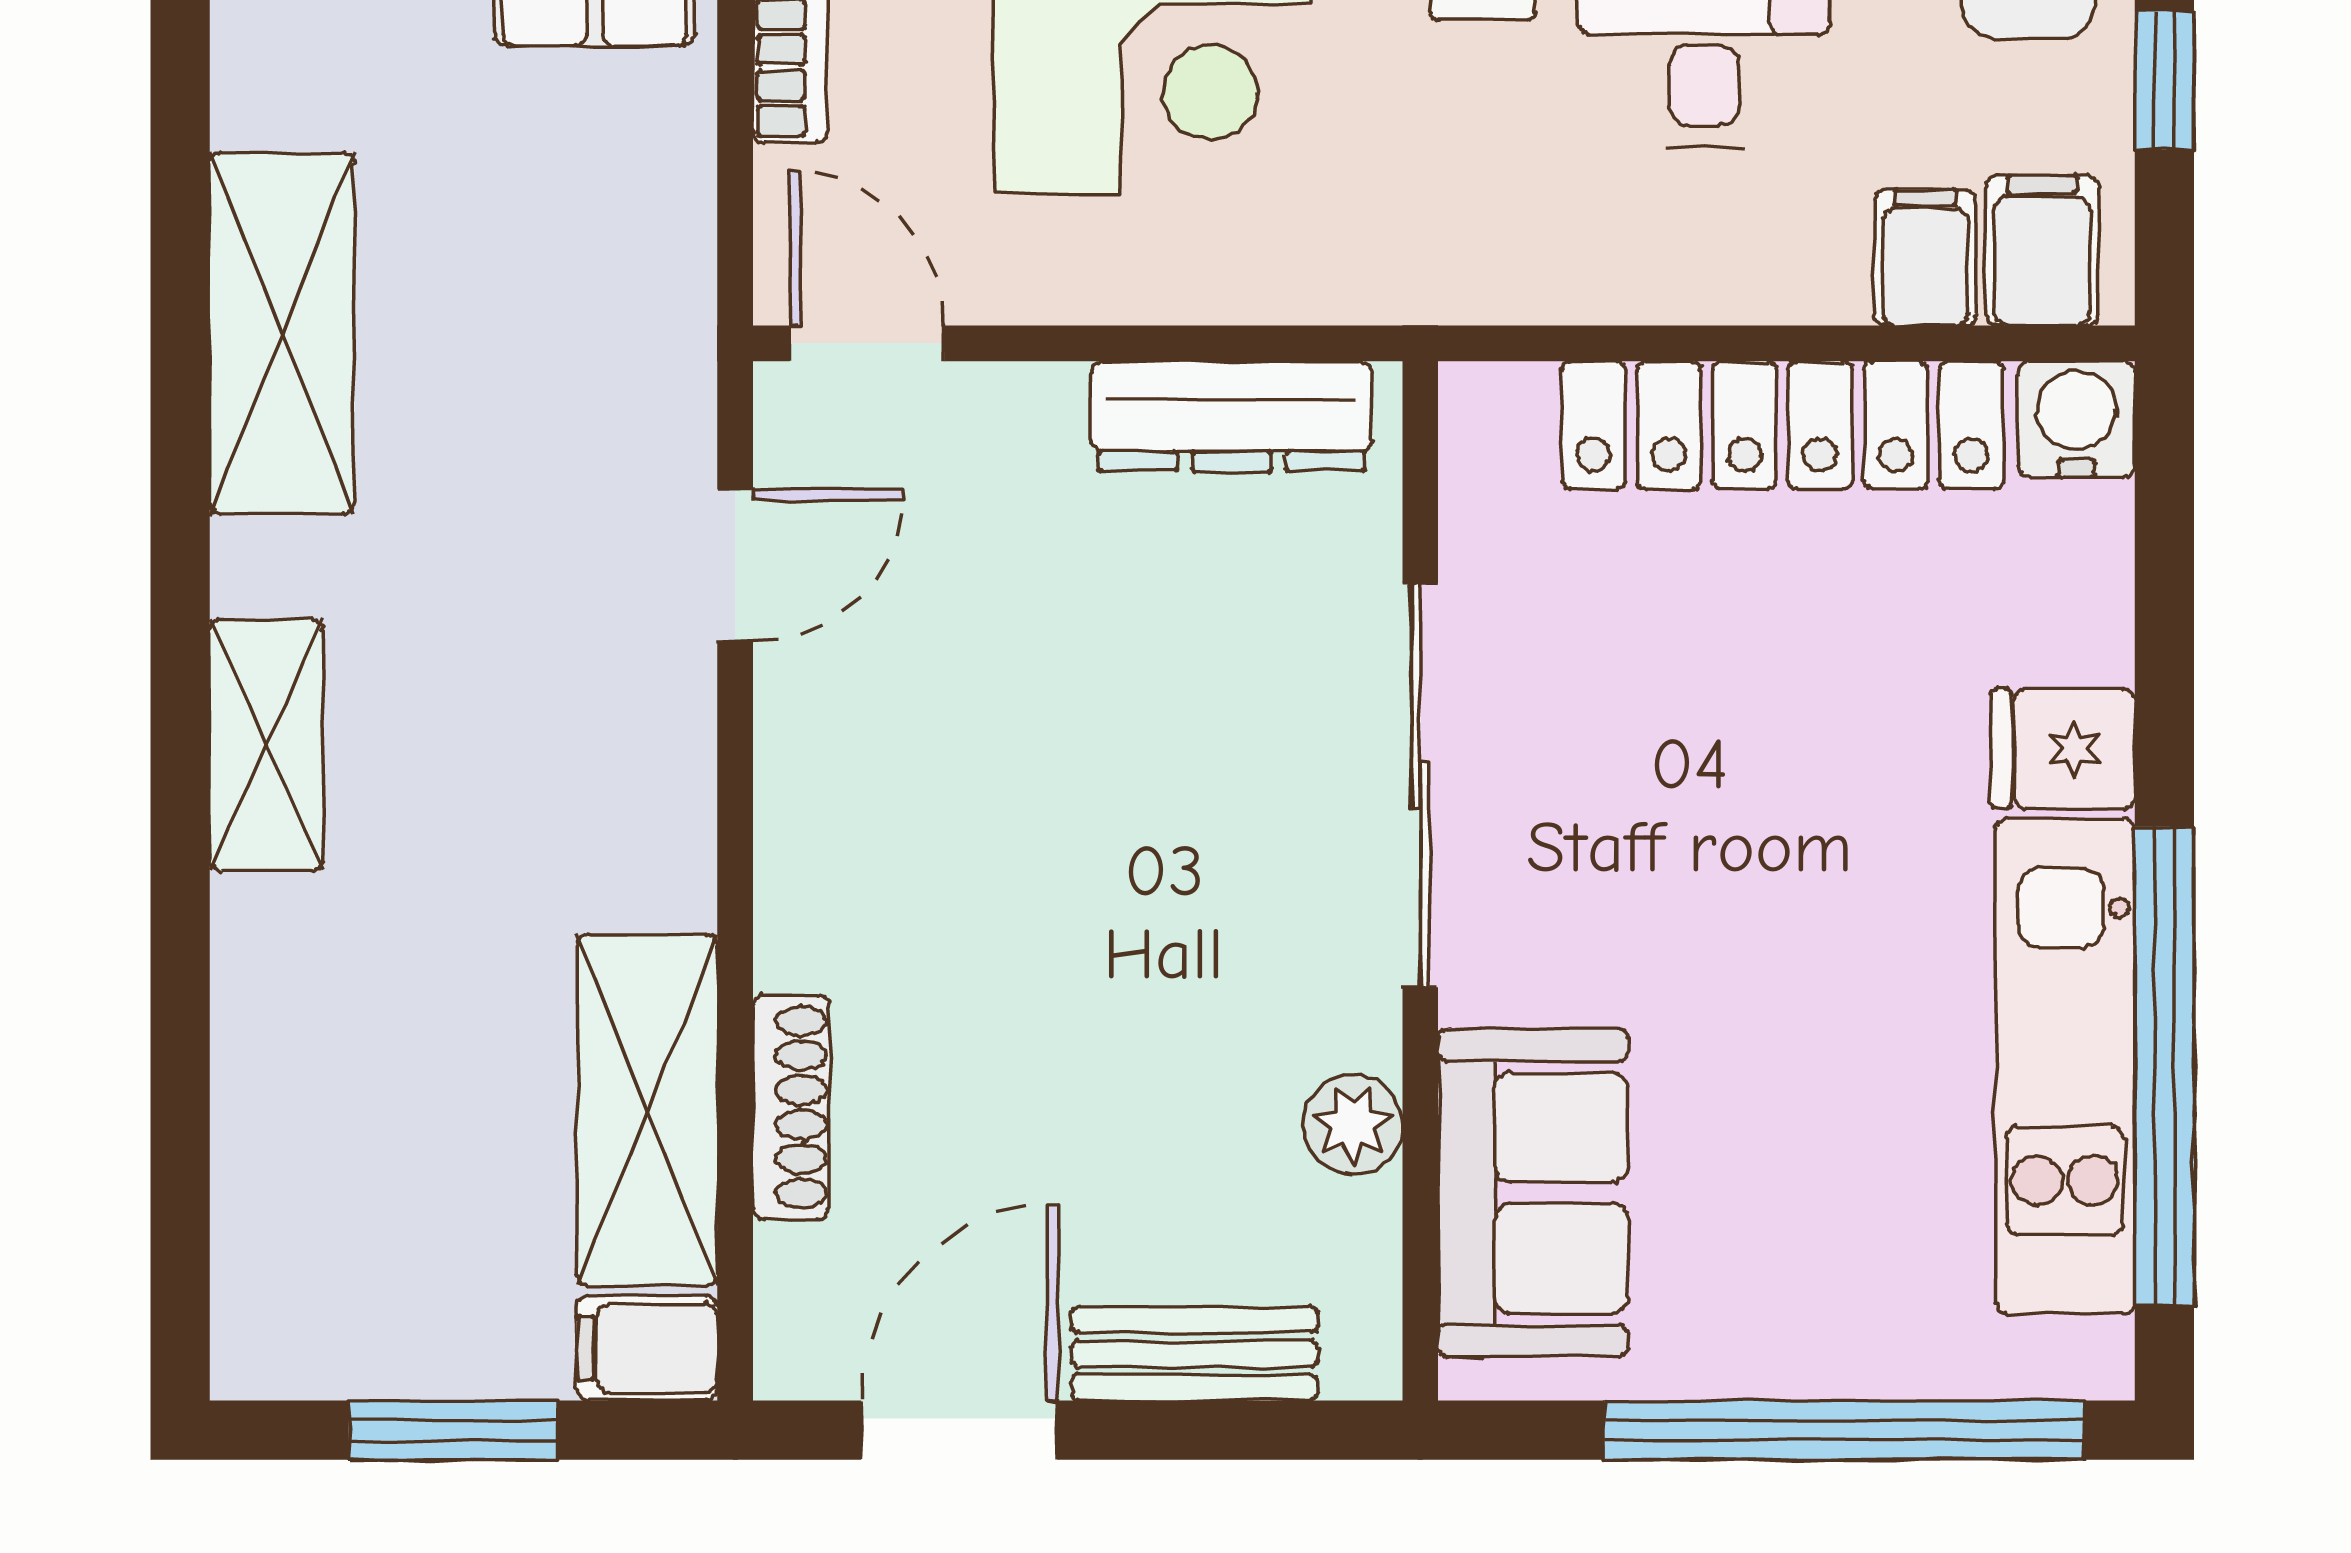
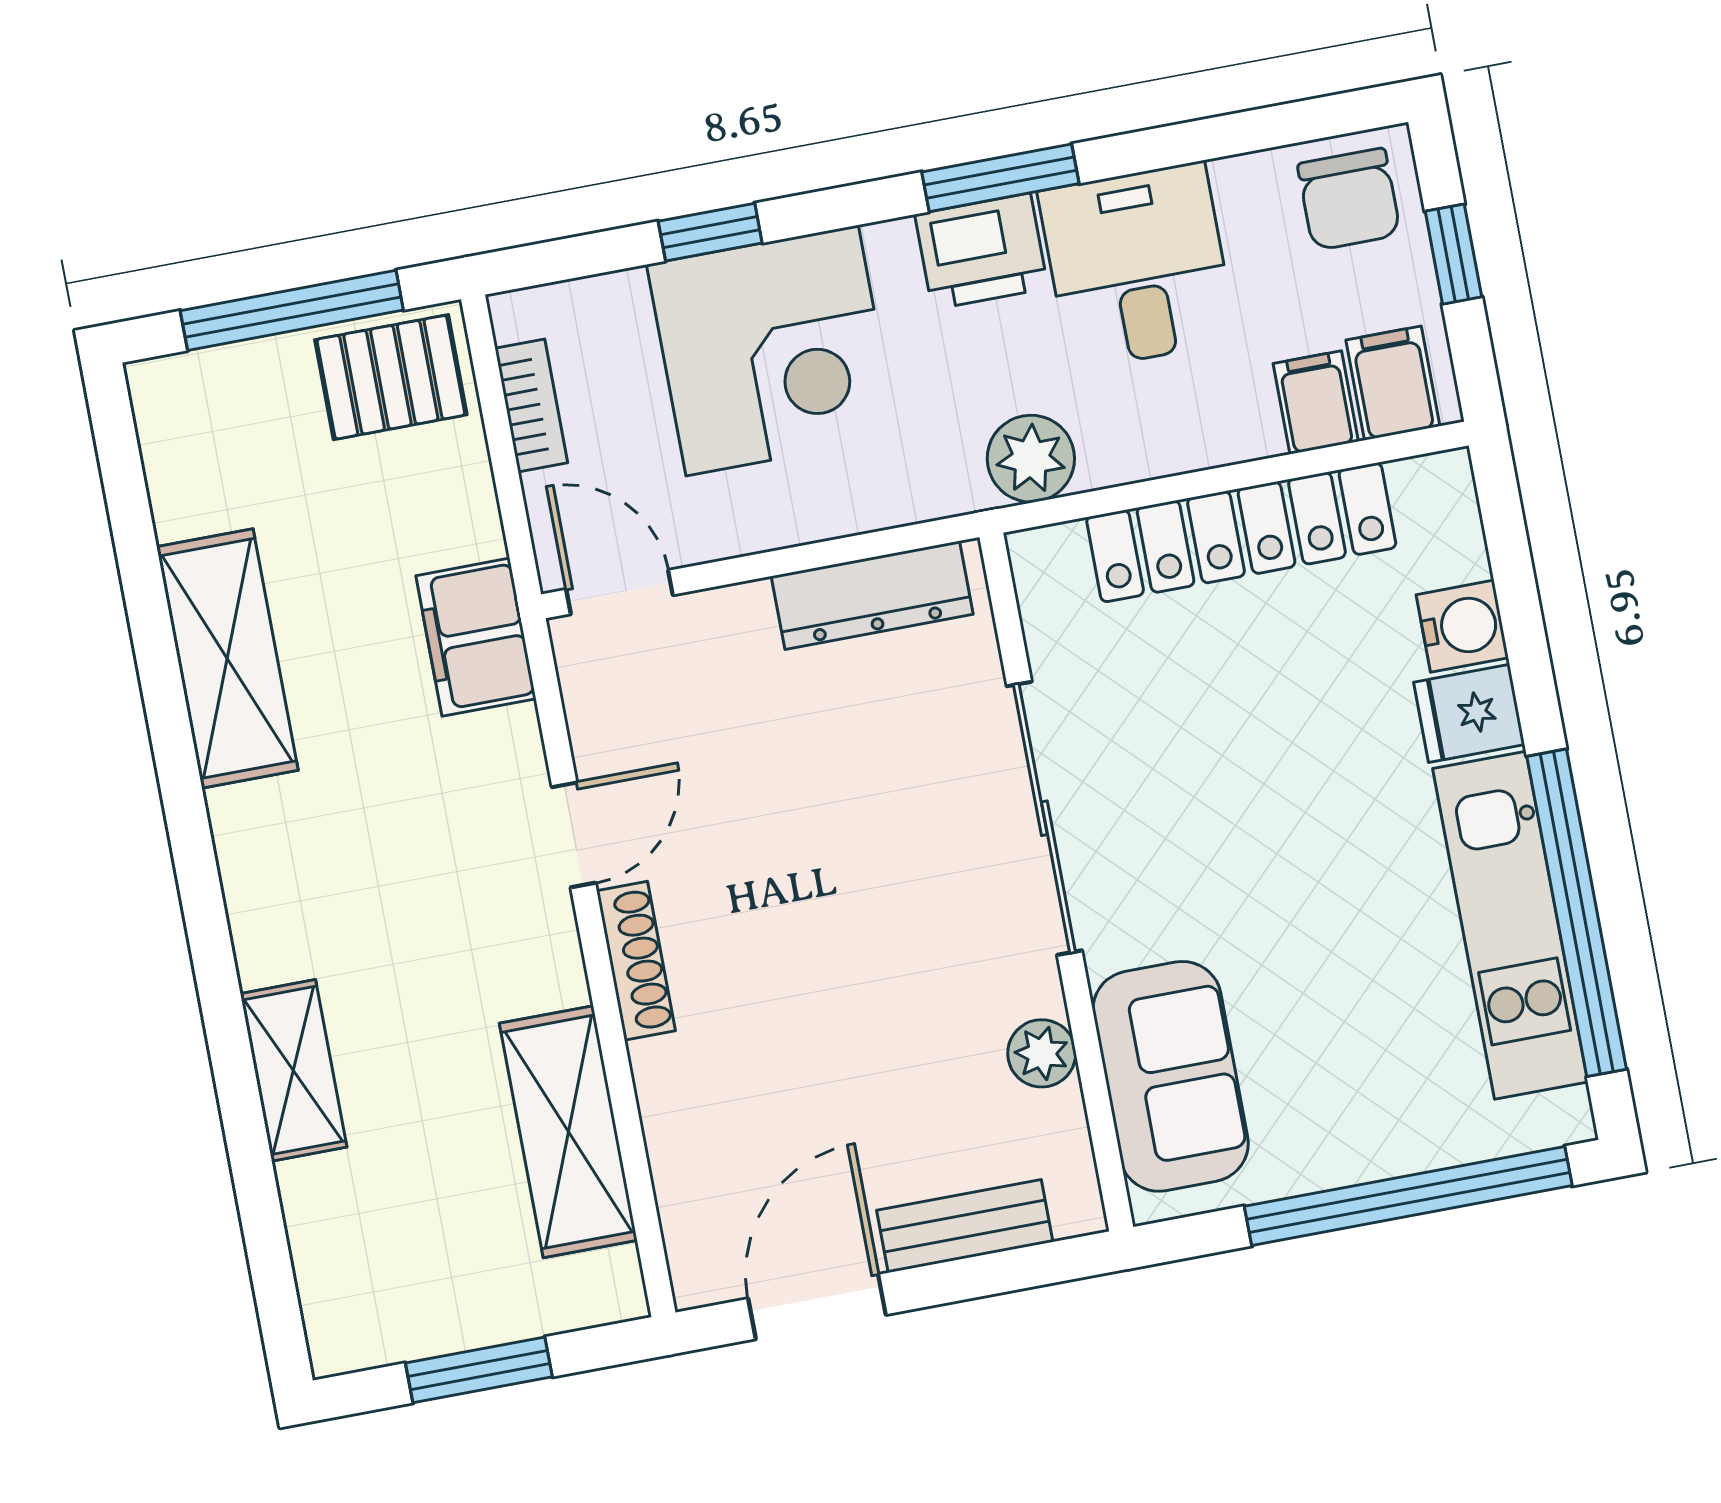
plant: (1498, 262) -> (1031, 459), added
water cooler: (2077, 419) -> (1462, 626), moved, turned 90
door: (735, 565) -> (574, 835), moved
shelving: (266, 745) -> (293, 1070), moved
shoe rack: (791, 1107) -> (636, 961), moved
filing cabinet: (647, 1348) -> (476, 637), moved, width x2.00

